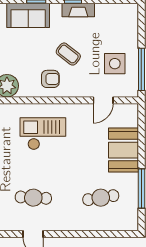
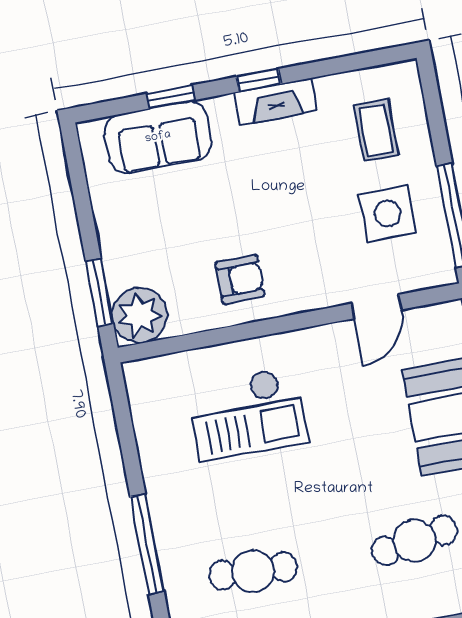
coffee table: (68, 54) -> (376, 130), moved, turned 52
checkout: (43, 134) -> (247, 414), turned 180

